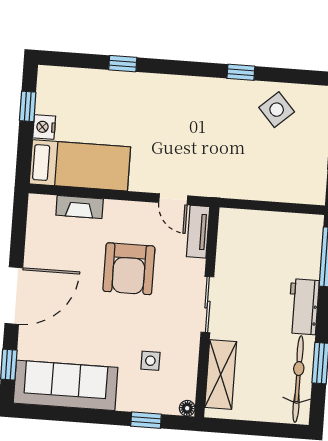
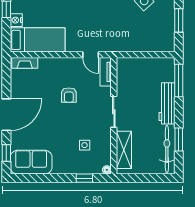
fireplace: (80, 207) -> (25, 63), moved
armchair: (129, 269) -> (69, 95), width x0.53, depth x0.53
workbench: (303, 307) -> (167, 103), width x1.38
sofa: (66, 385) -> (31, 162), width x0.73

